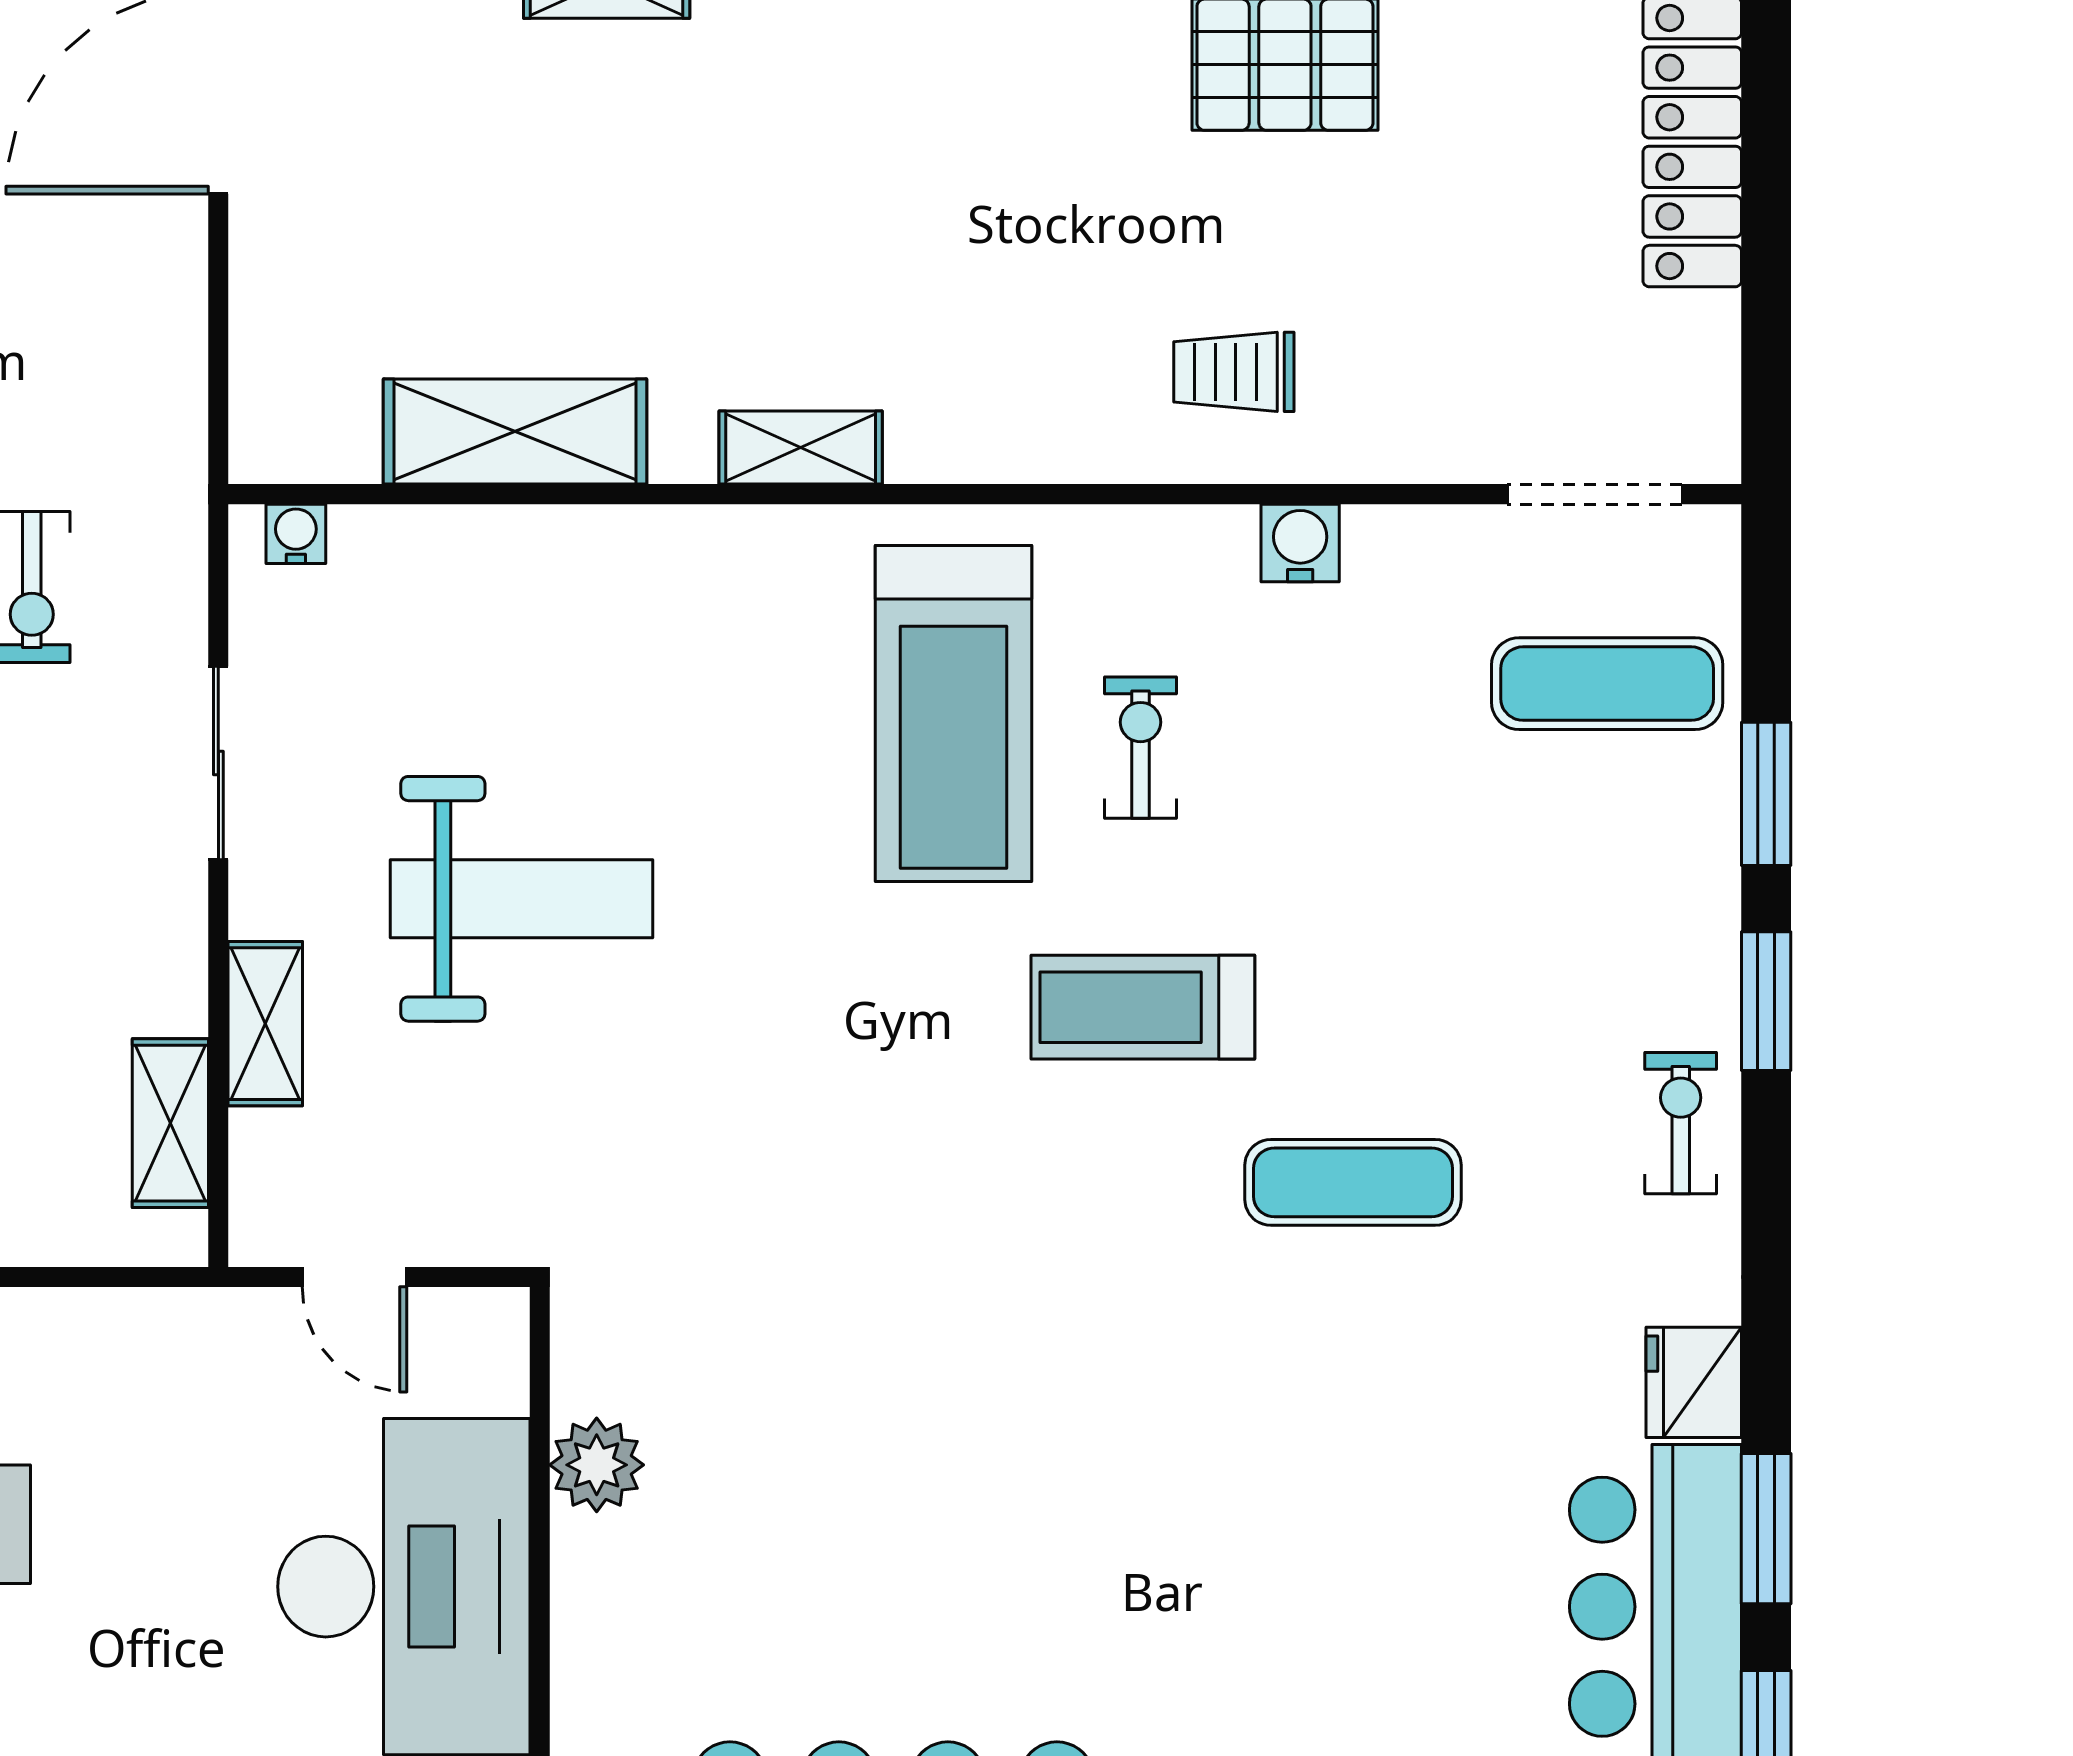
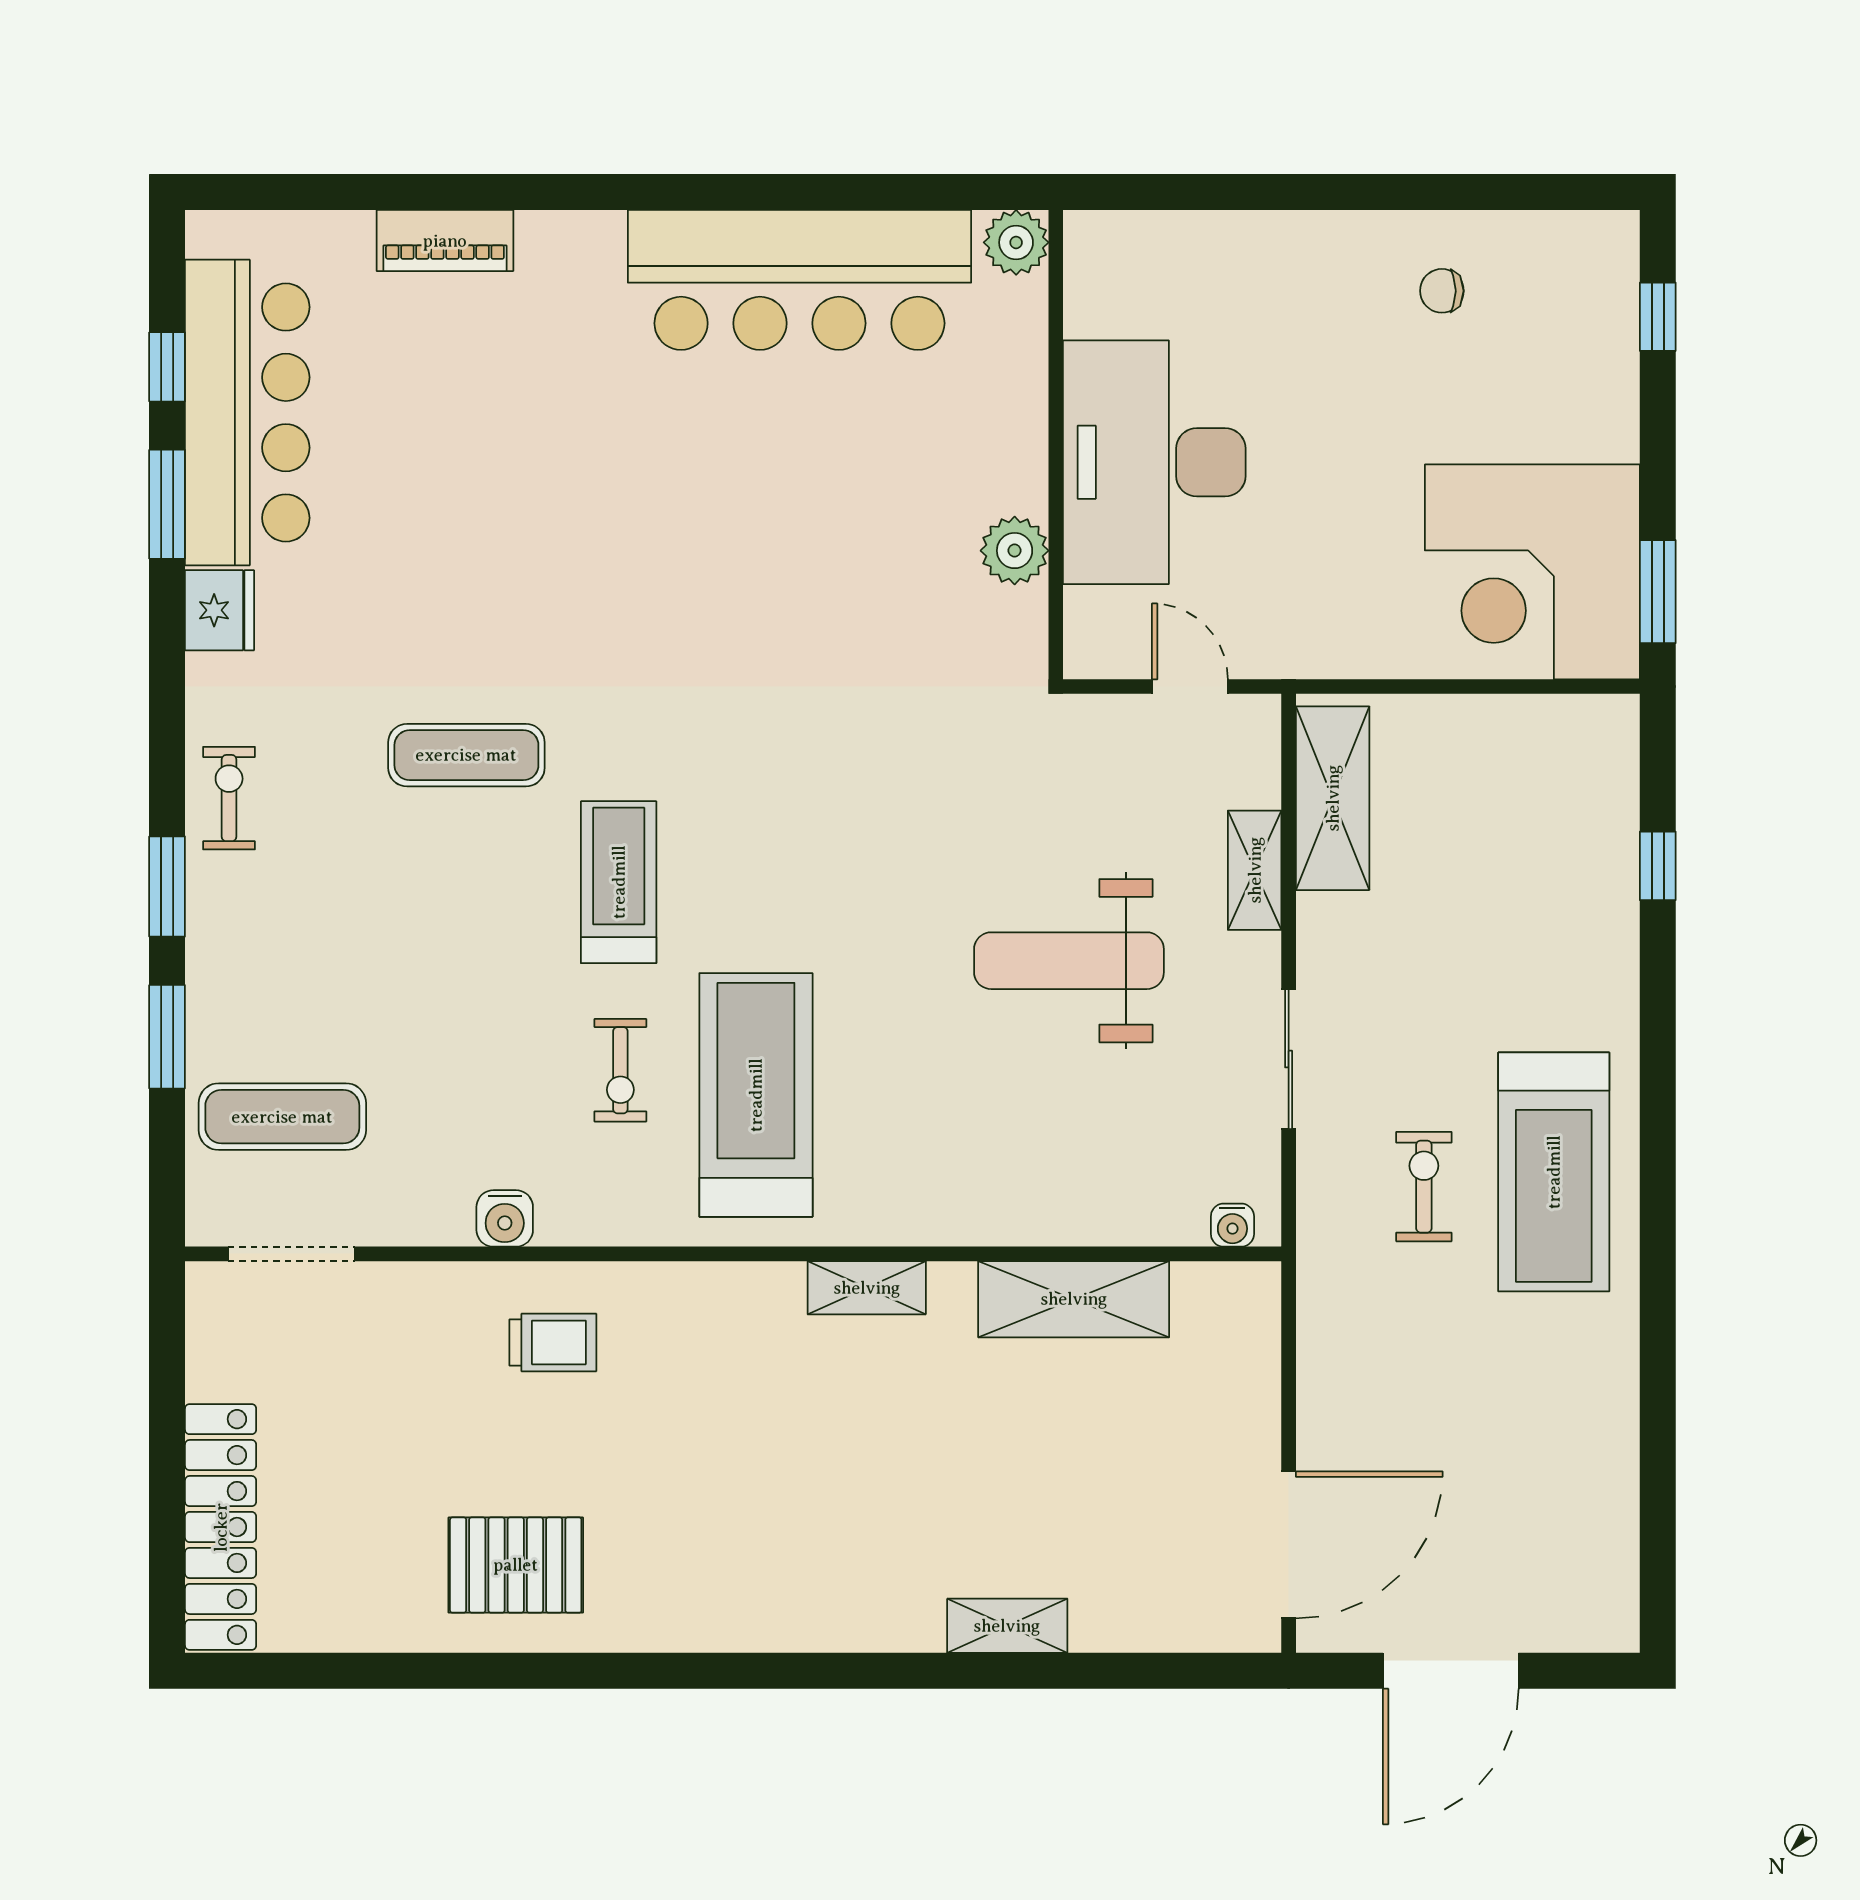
treadmill: (1143, 1007) -> (619, 882), turned -90
shelving: (170, 1123) -> (1333, 798), width x1.50, depth x1.33
exercise bike: (1681, 1123) -> (229, 798), turned 180

